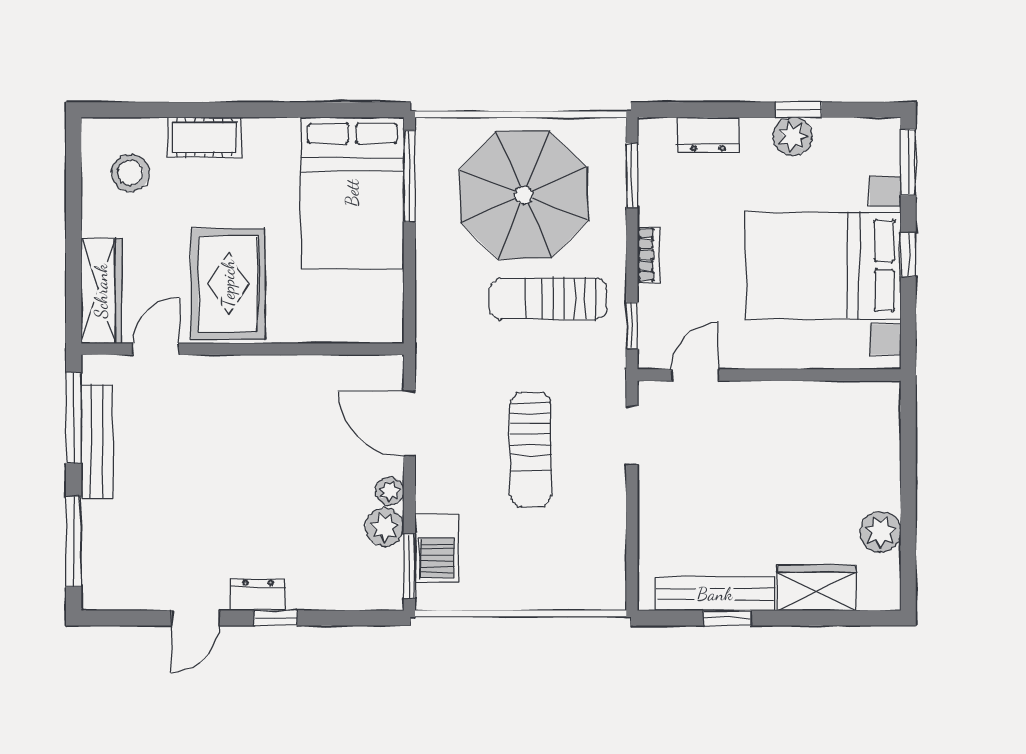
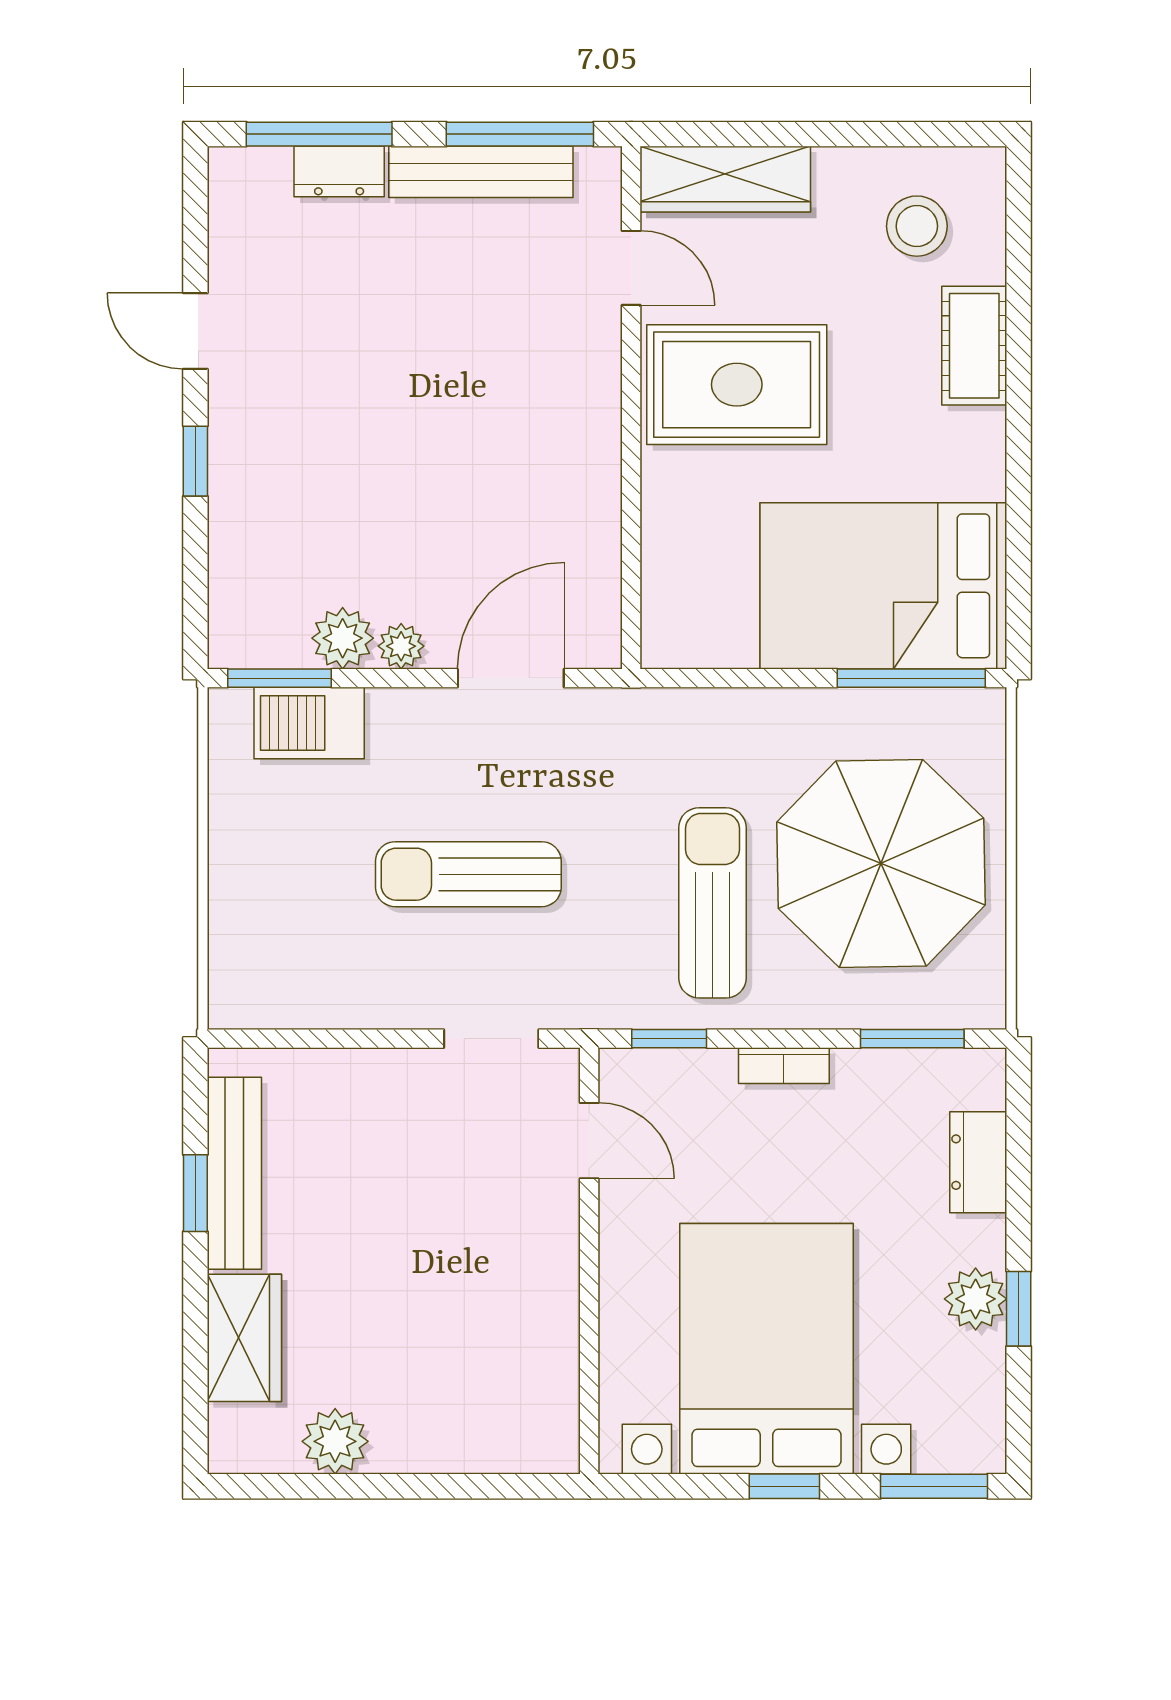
dresser: (258, 595) -> (339, 172), moved, turned 90

